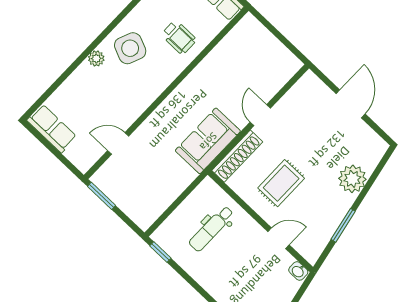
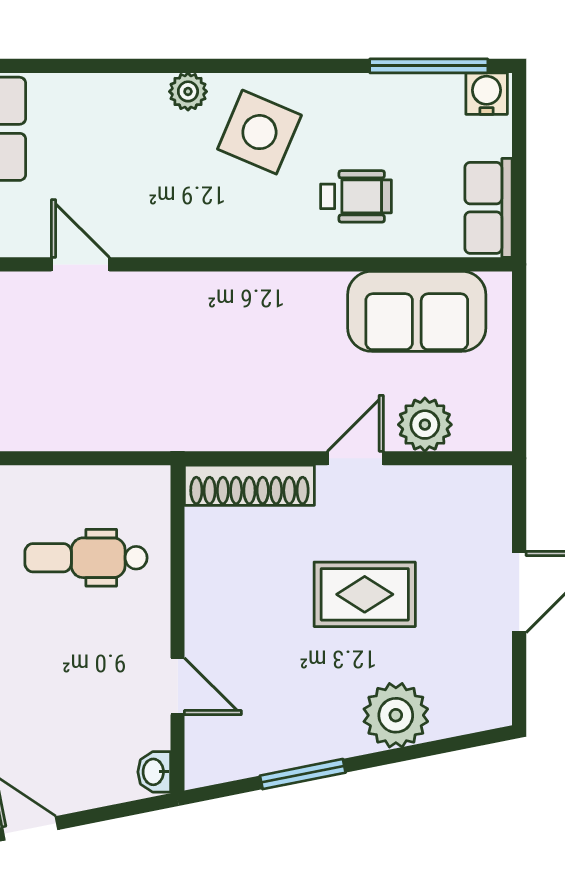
wheelchair: (179, 37) -> (356, 196), turned -90
plant: (270, 84) -> (425, 425), added
sofa: (208, 141) -> (417, 311), moved, turned 180
rug: (281, 183) -> (365, 594), moved

